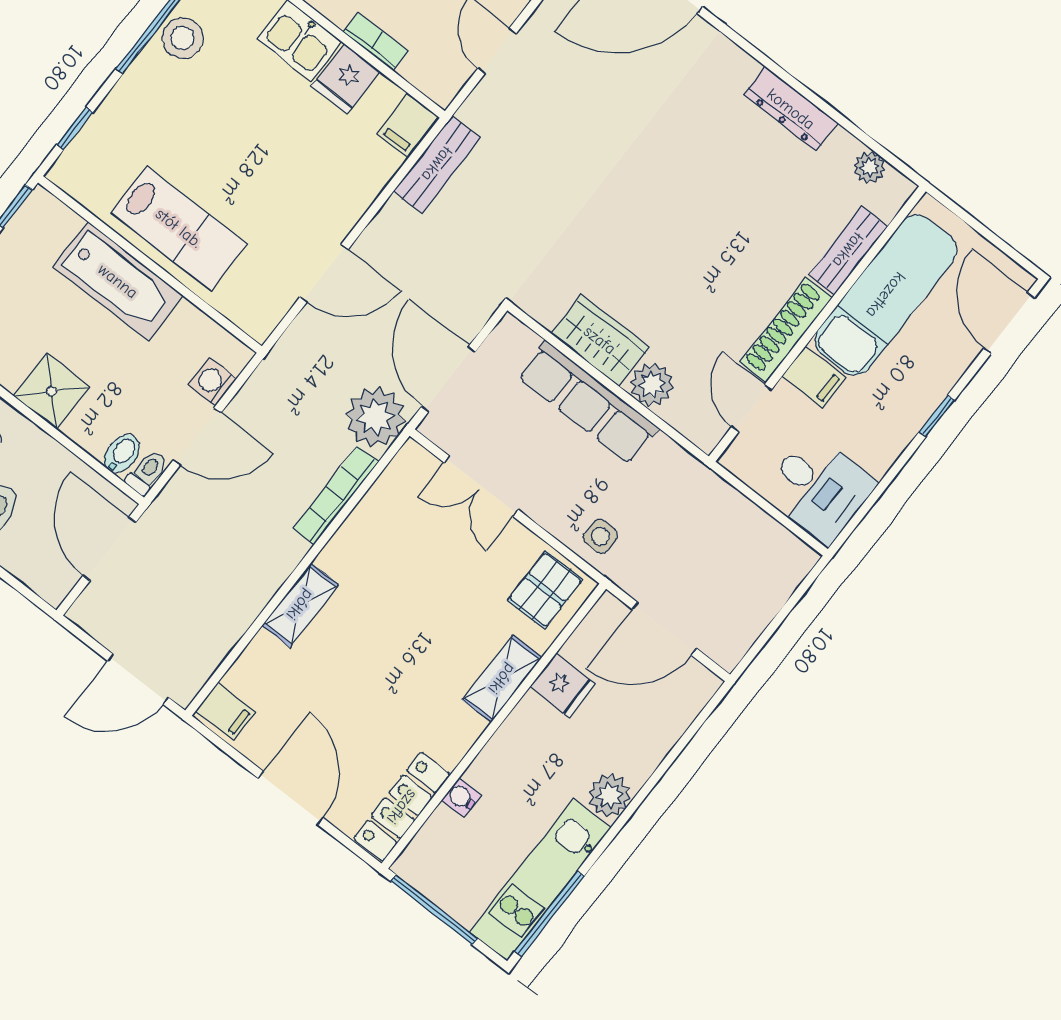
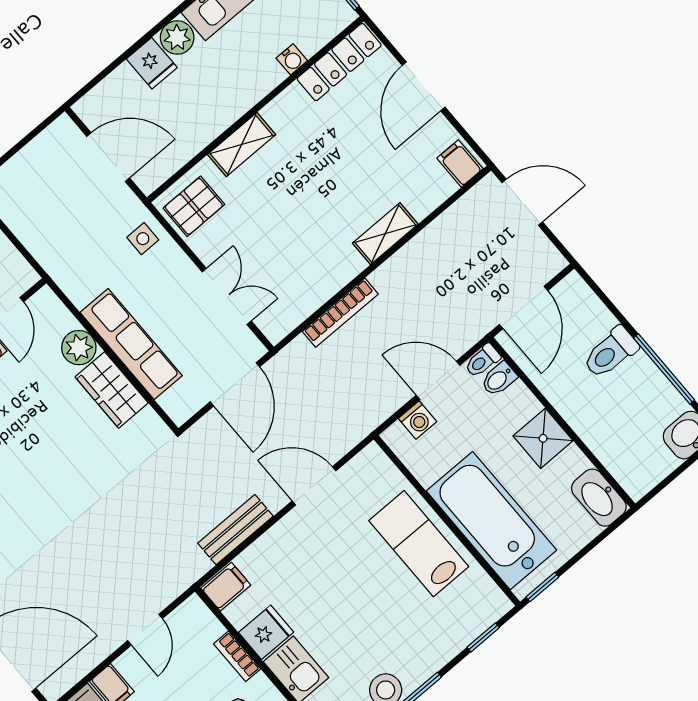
bench: (437, 164) -> (235, 530), moved
bathtub: (118, 281) -> (491, 521), width x1.36, depth x1.36
plant: (375, 417) -> (297, 367), removed
fridge: (563, 685) -> (152, 63), moved, turned 180

